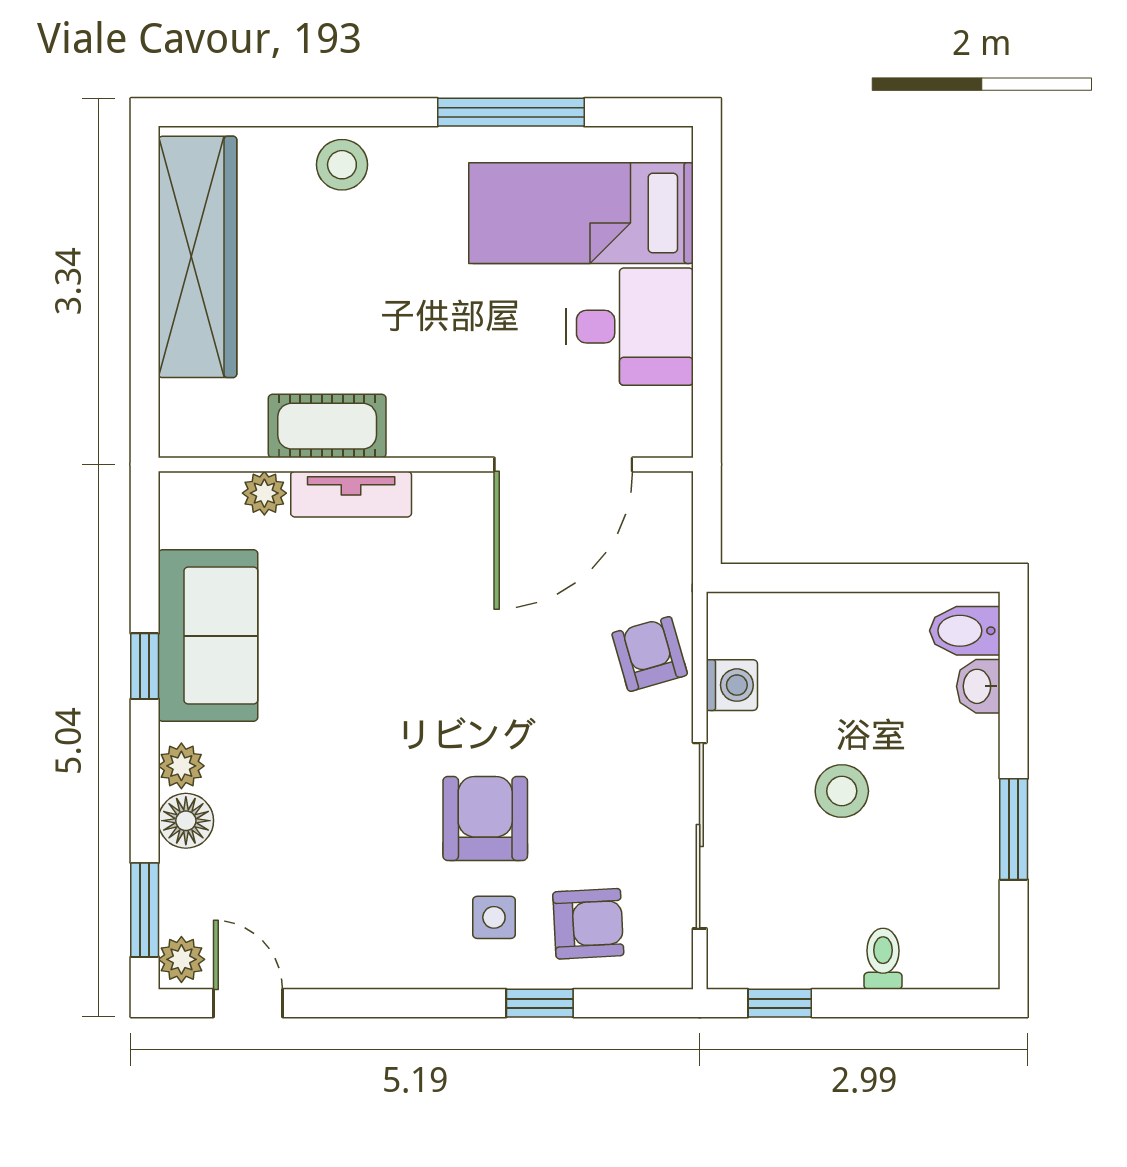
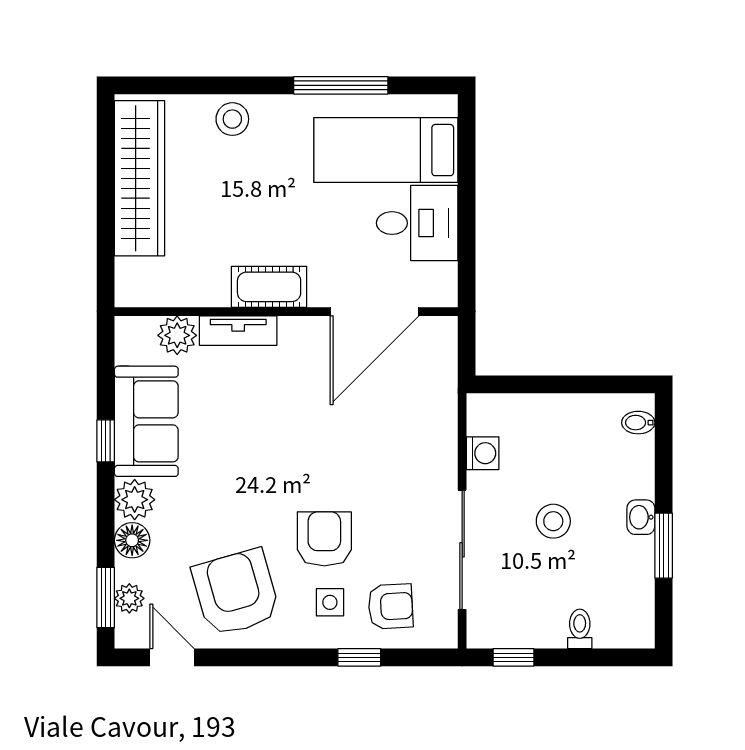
cot: (327, 426) -> (269, 287), moved
plant: (264, 493) -> (177, 335), width x1.38, depth x1.38
bidet: (965, 631) -> (638, 423), width x0.72, depth x0.74
armchair: (650, 654) -> (236, 593), moved, width x1.88, depth x1.88
washbasin: (978, 686) -> (641, 517), moved
plant: (181, 766) -> (135, 500), width x1.38, depth x1.38
plant: (181, 959) -> (129, 598), moved

